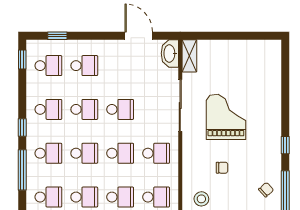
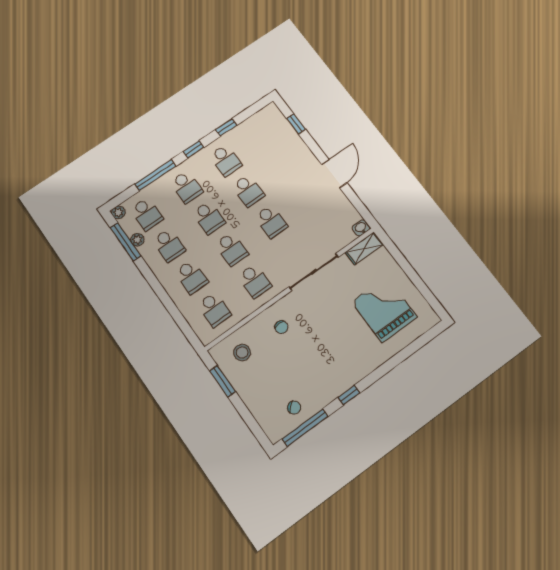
door: (139, 36) -> (334, 173), moved
washbasin: (170, 53) -> (361, 228), width x0.52, depth x0.69
window: (22, 60) -> (226, 127), moved
school desk: (48, 66) -> (264, 134), removed
school desk: (84, 66) -> (287, 164), removed
grand piano: (226, 117) -> (384, 309), moved, turned -90
chair: (222, 168) -> (281, 327), moved

